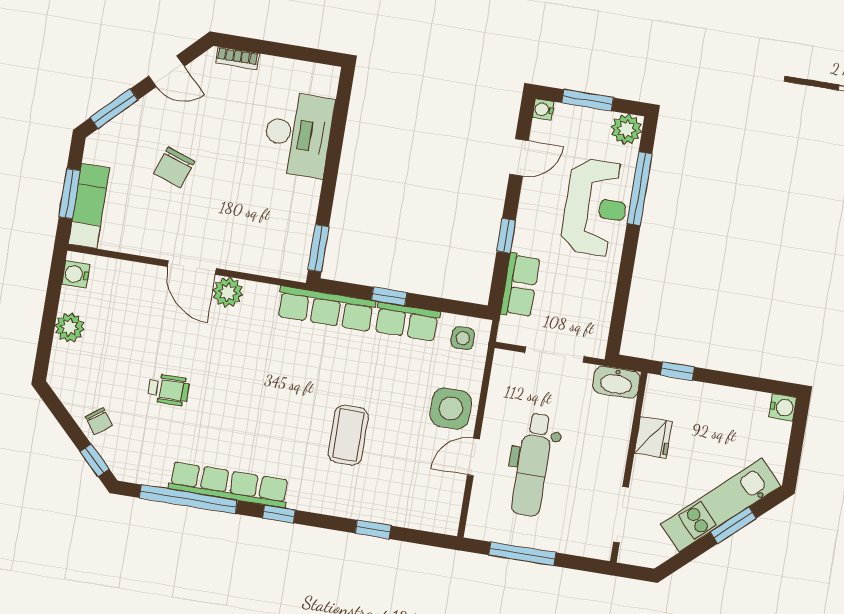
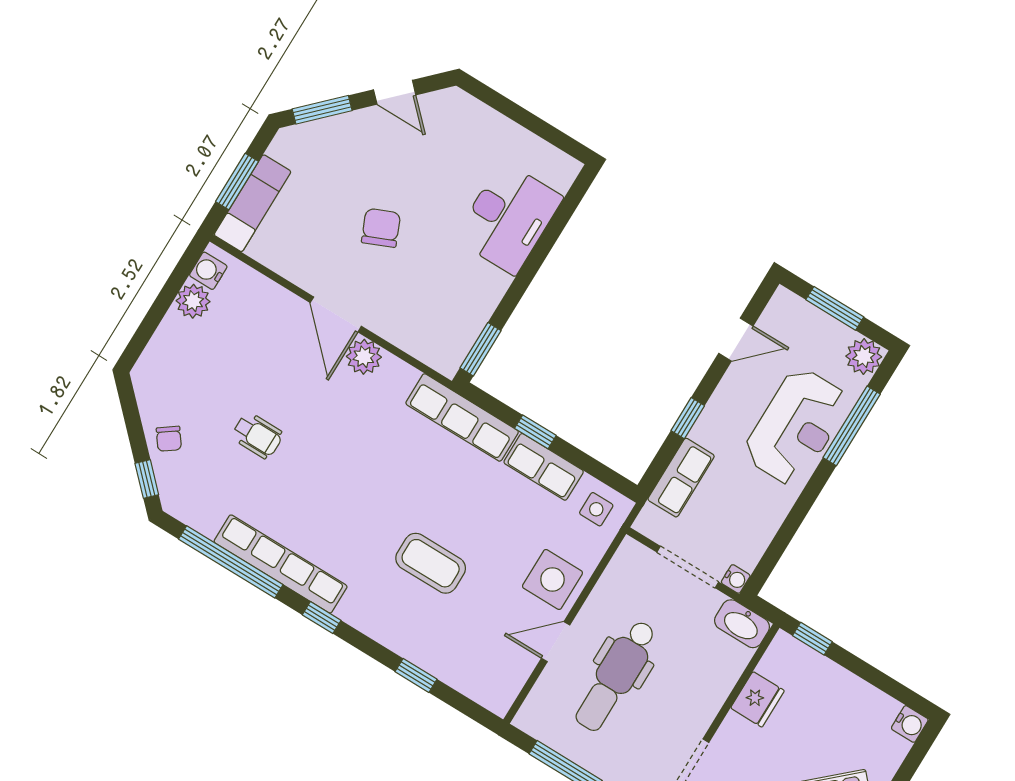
bookcase: (237, 58) -> (477, 109), removed
water cooler: (543, 110) -> (736, 579), moved, turned 180
chair: (174, 167) -> (381, 228), moved, turned 138
plant: (70, 327) -> (193, 301), moved
coffee table: (348, 435) -> (431, 563), turned 90

